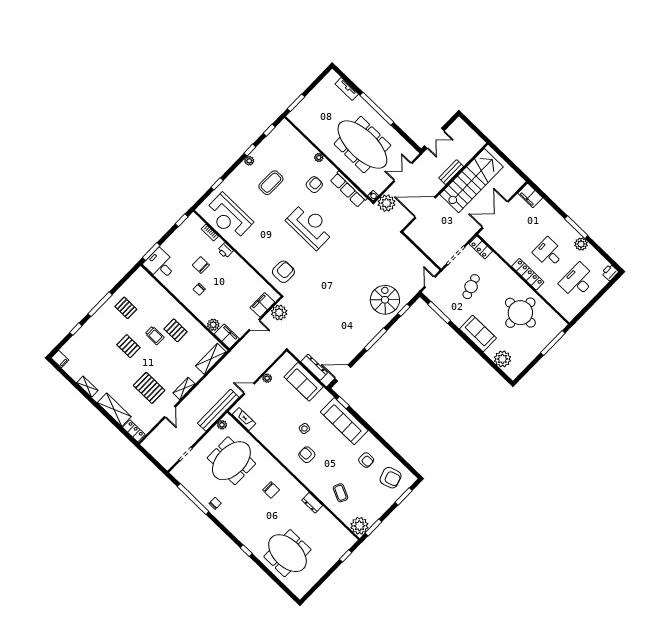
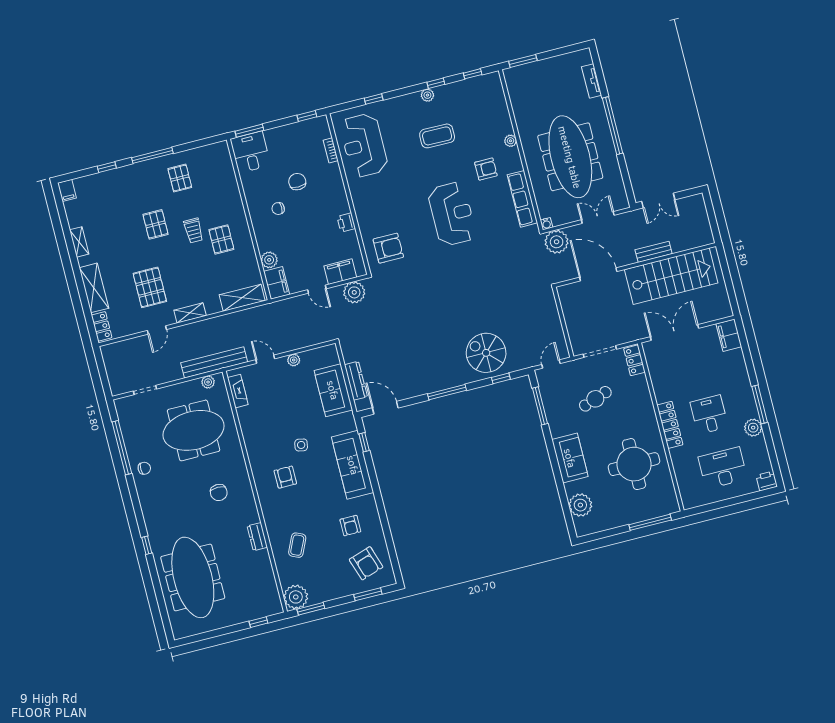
printer: (225, 250) -> (346, 222), moved
spiral stairs: (385, 300) -> (486, 353), turned -90
meeting table: (287, 553) -> (193, 577), width x1.36

